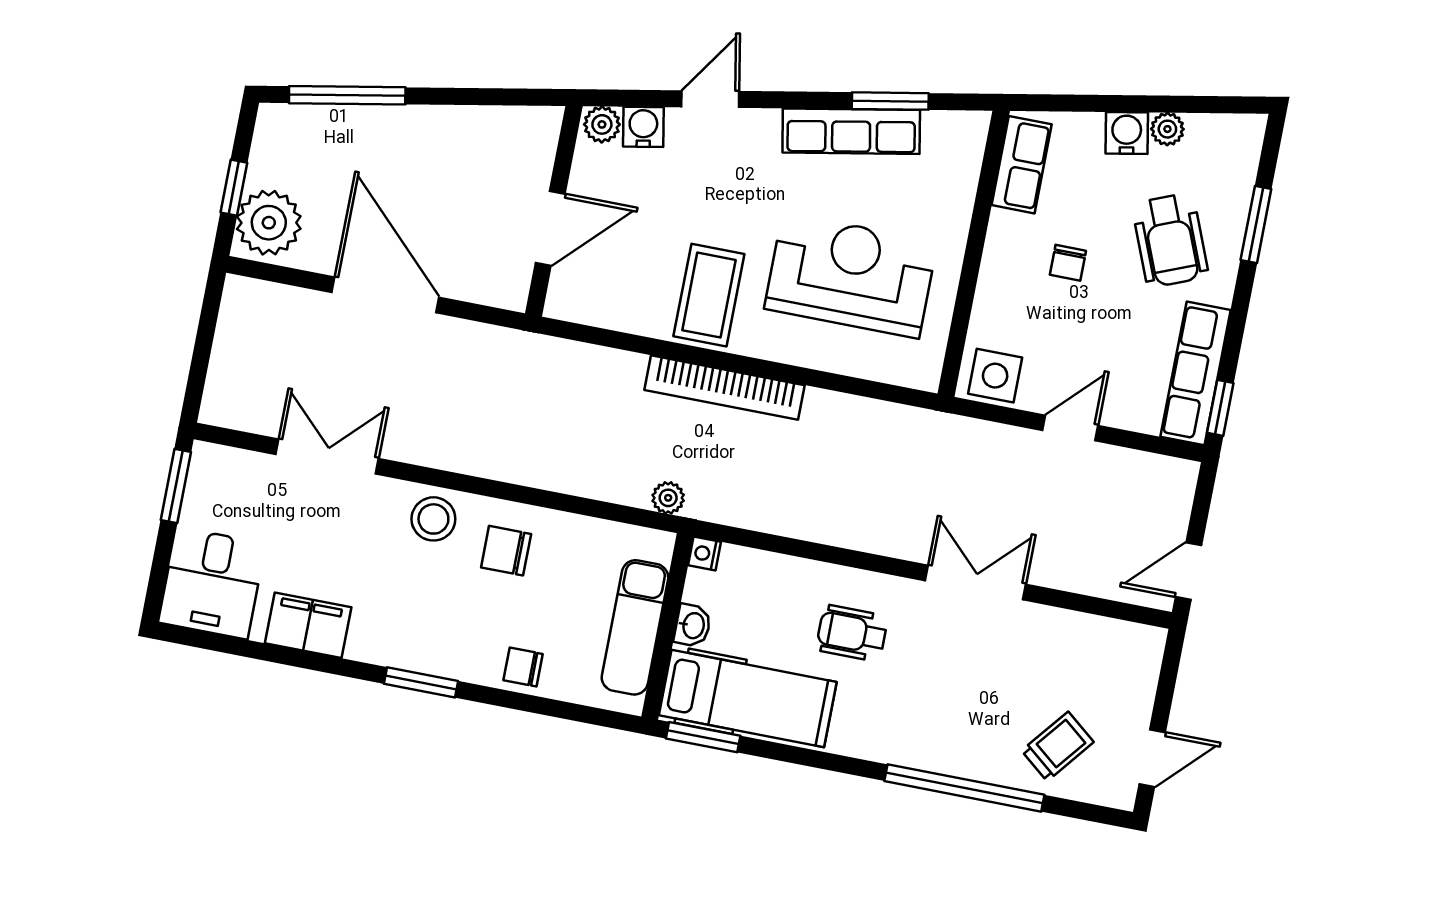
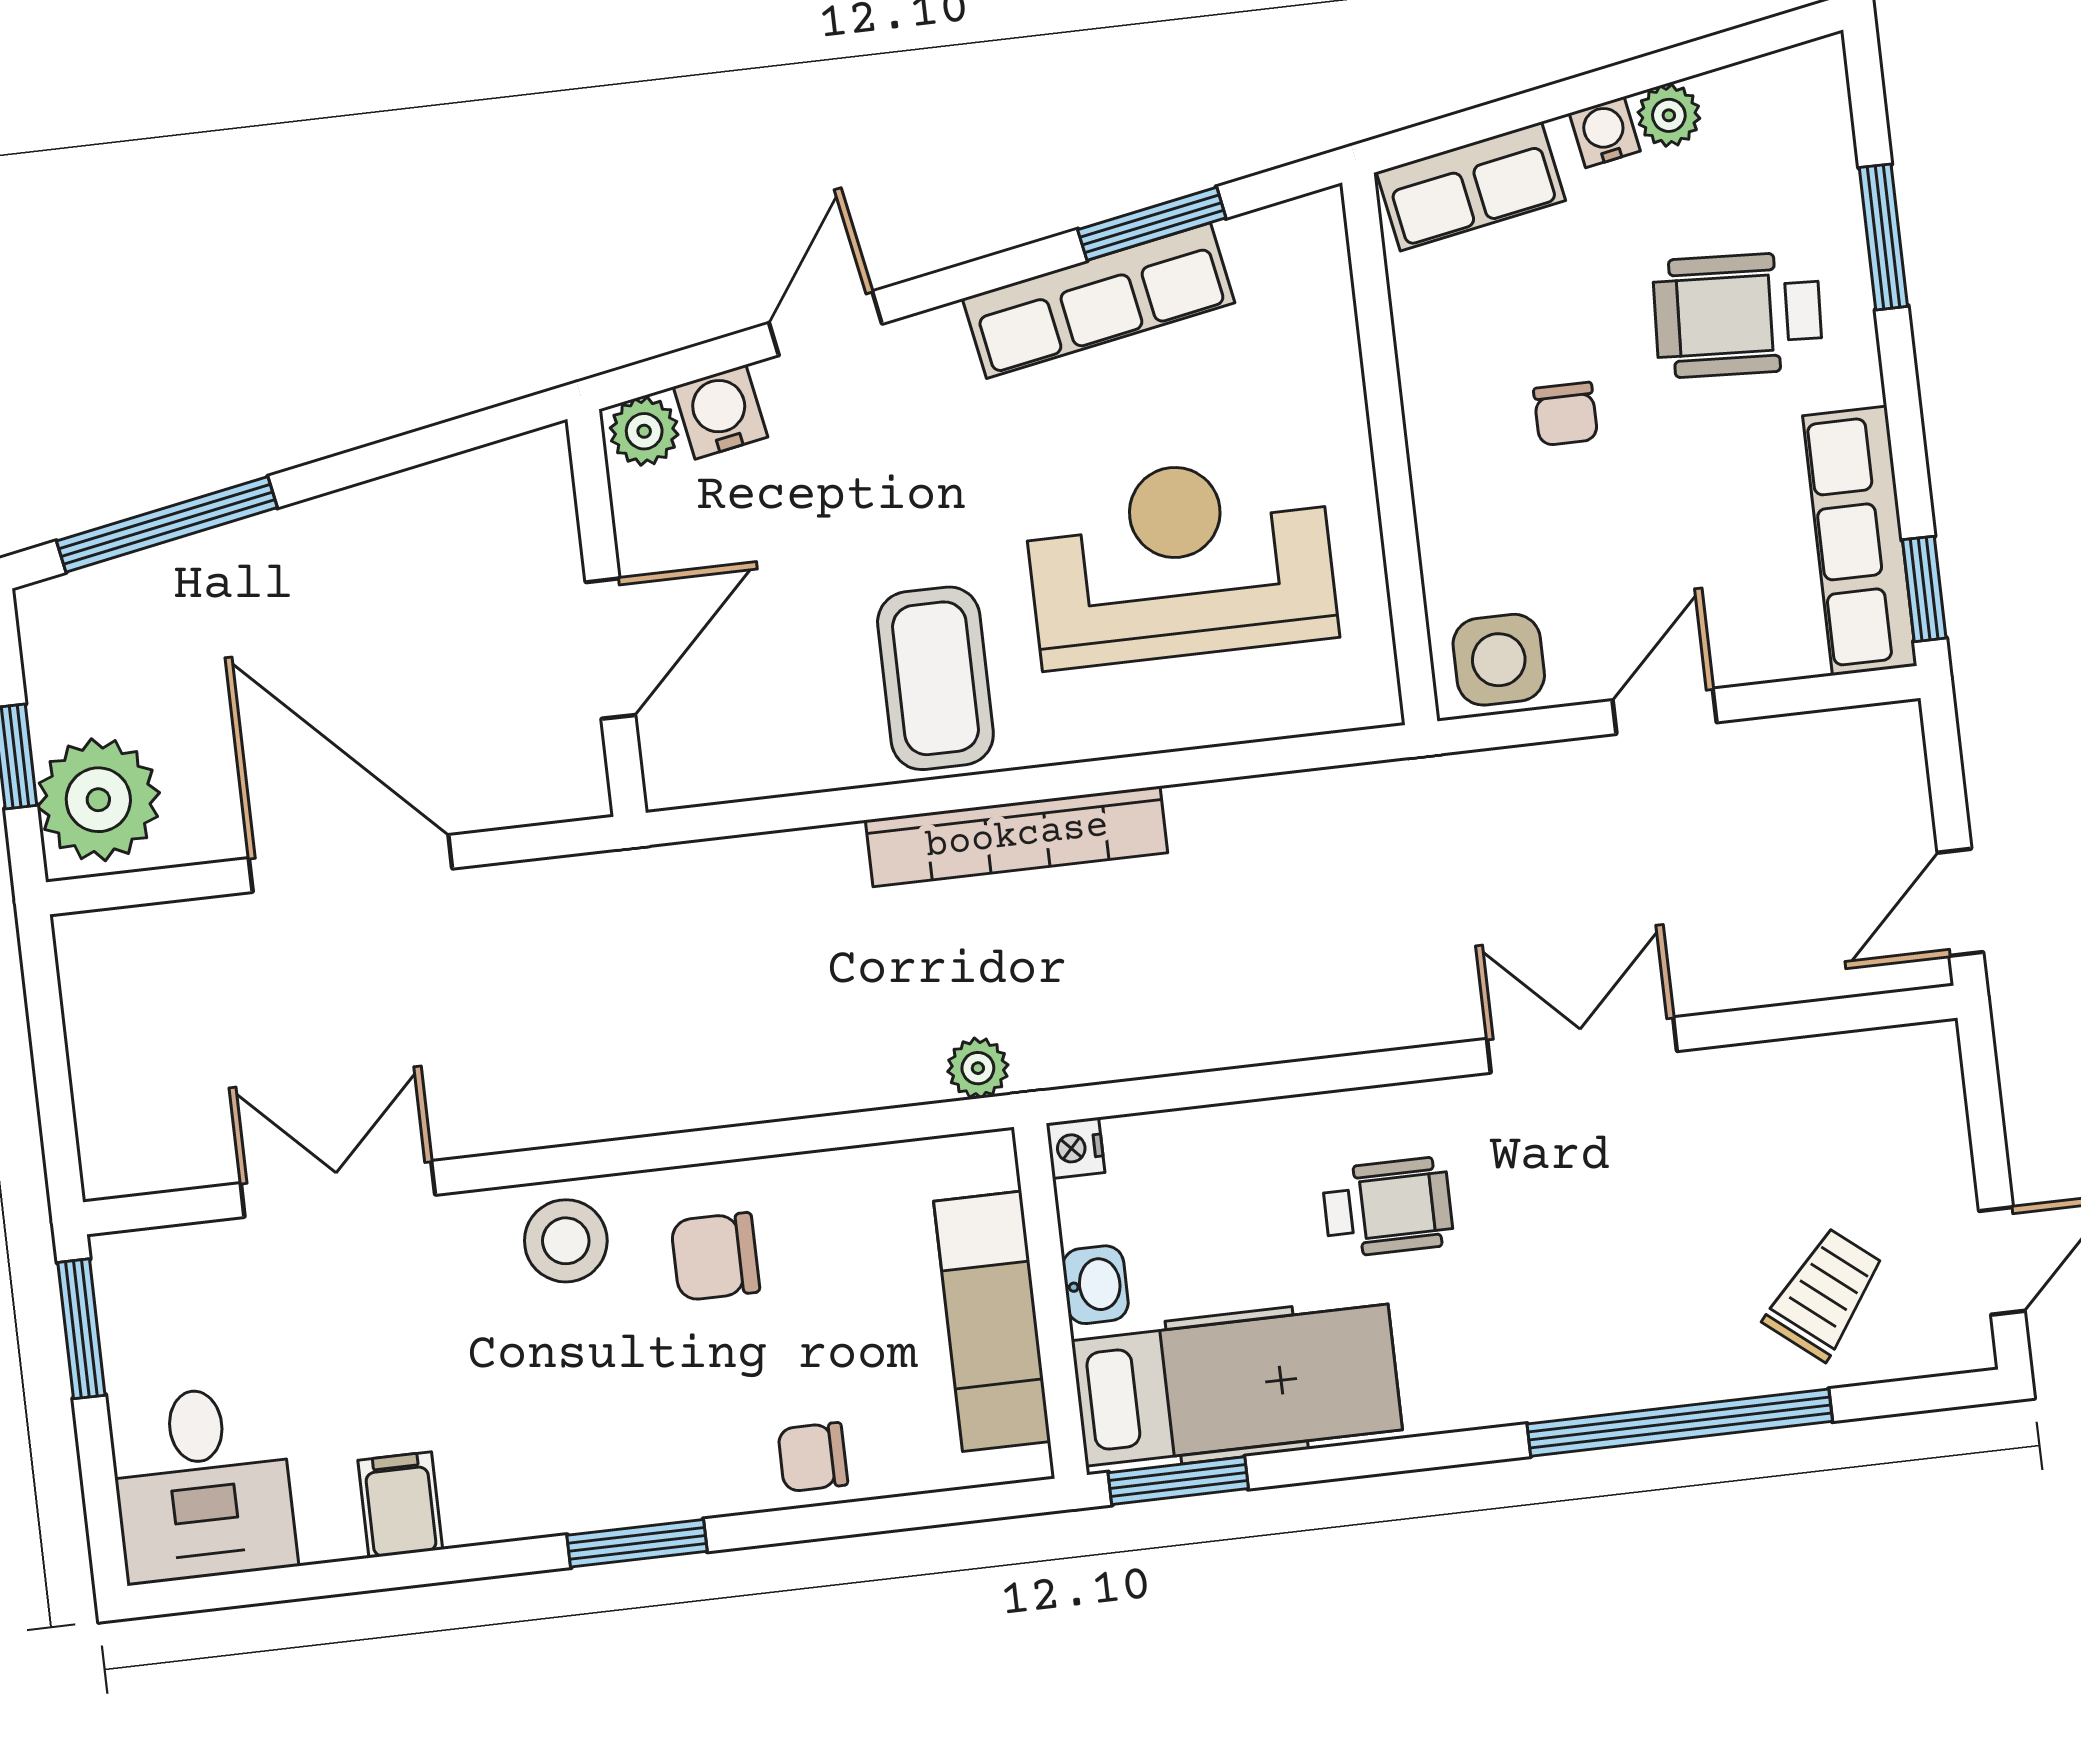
water cooler: (1127, 133) -> (1605, 132), width x0.72, depth x0.72
row of seats: (1022, 165) -> (1471, 186), moved, turned 80
wheelchair: (1170, 240) -> (1738, 315), turned 115
filing cabinet: (308, 625) -> (400, 1505), width x0.50
wheelchair: (852, 633) -> (1388, 1207), turned 180

